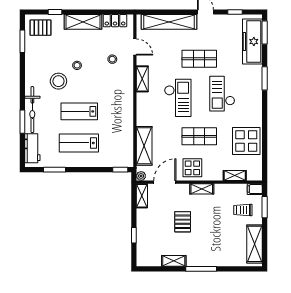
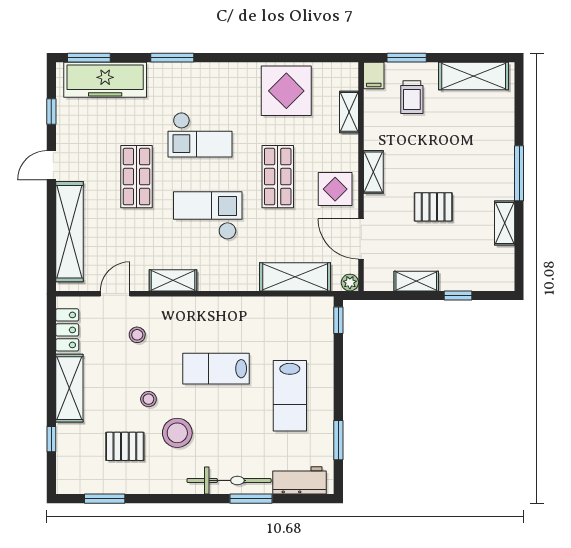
pallet: (41, 28) -> (125, 446), moved, turned 90
lab bench: (79, 111) -> (216, 369), moved, turned 90
shelving: (142, 196) -> (416, 281), moved

